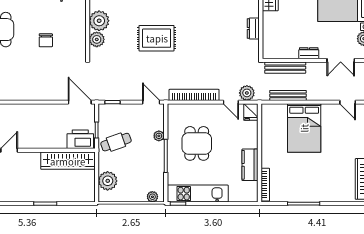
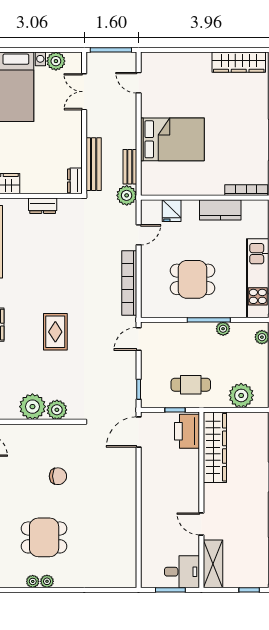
rug: (157, 38) -> (55, 332), width x0.73, depth x0.70
dresser: (309, 53) -> (75, 181), moved
double door: (341, 60) -> (84, 92), swing flipped
plant: (247, 93) -> (127, 195), moved
bench: (288, 95) -> (130, 167), width x0.73
door: (348, 102) -> (139, 83), swing flipped
fridge: (251, 112) -> (172, 211), moved, turned 90
plant: (159, 136) -> (223, 329), moved
cafe table: (116, 142) -> (191, 385), turned -71

